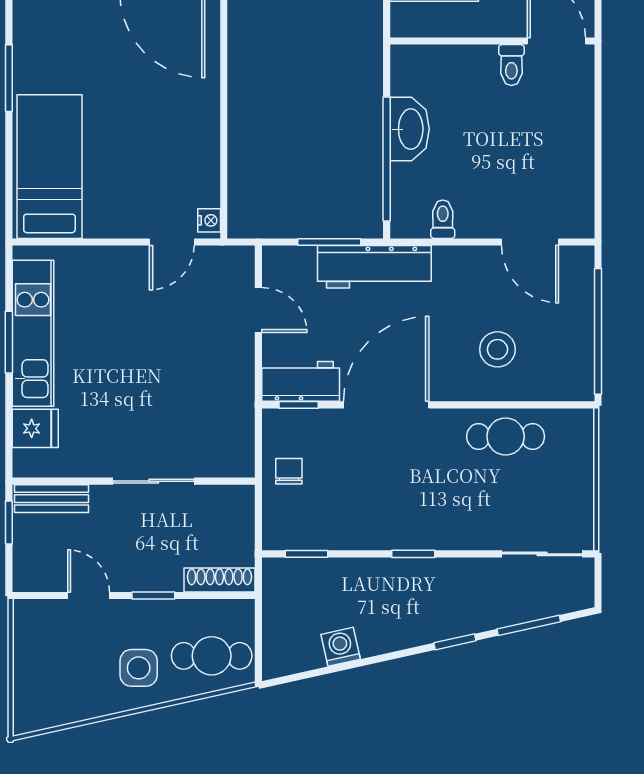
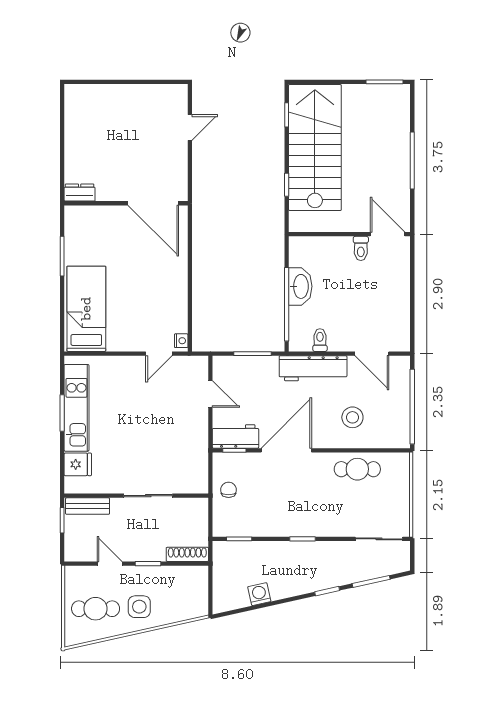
workbench: (374, 267) -> (313, 368), moved
cafe table: (212, 656) -> (96, 609), moved

